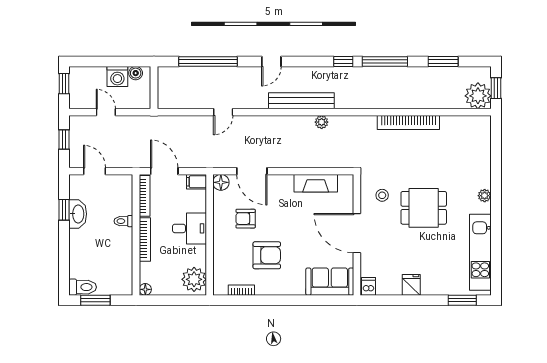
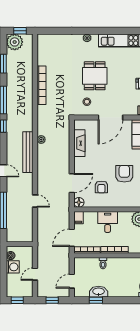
plant: (478, 96) -> (15, 42), moved

